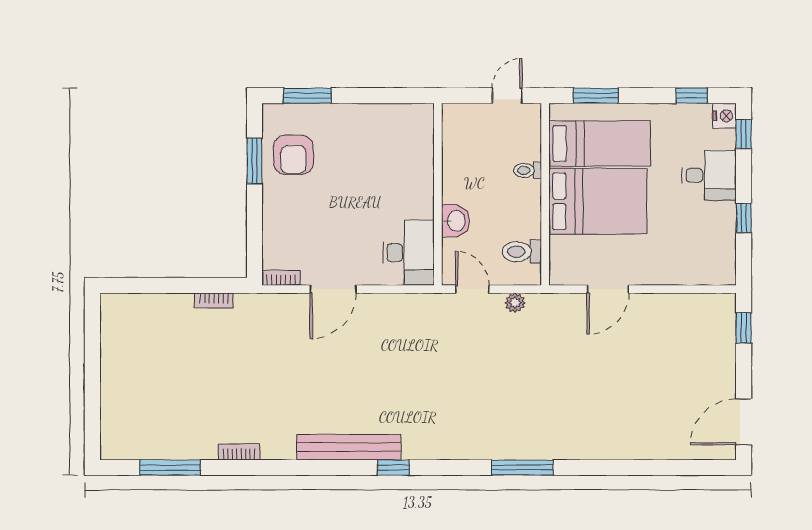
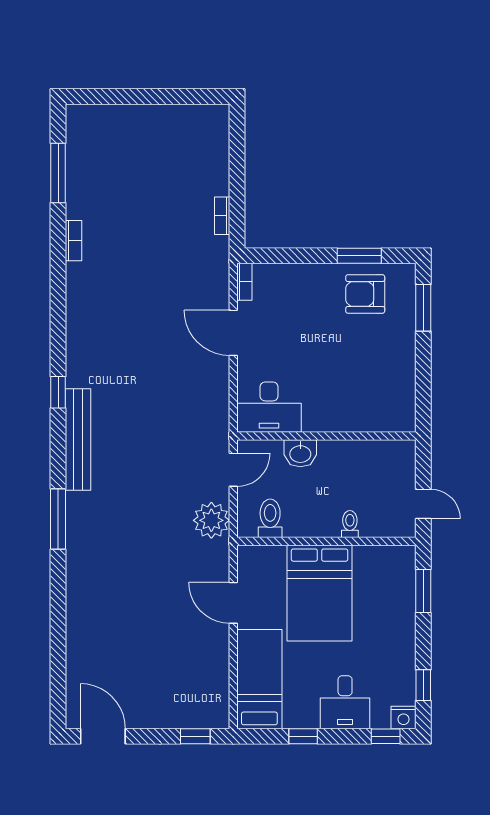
bed: (600, 144) -> (259, 679), moved, turned 180
plant: (515, 303) -> (211, 520), width x1.87, depth x1.87
bench: (349, 447) -> (78, 440), moved

